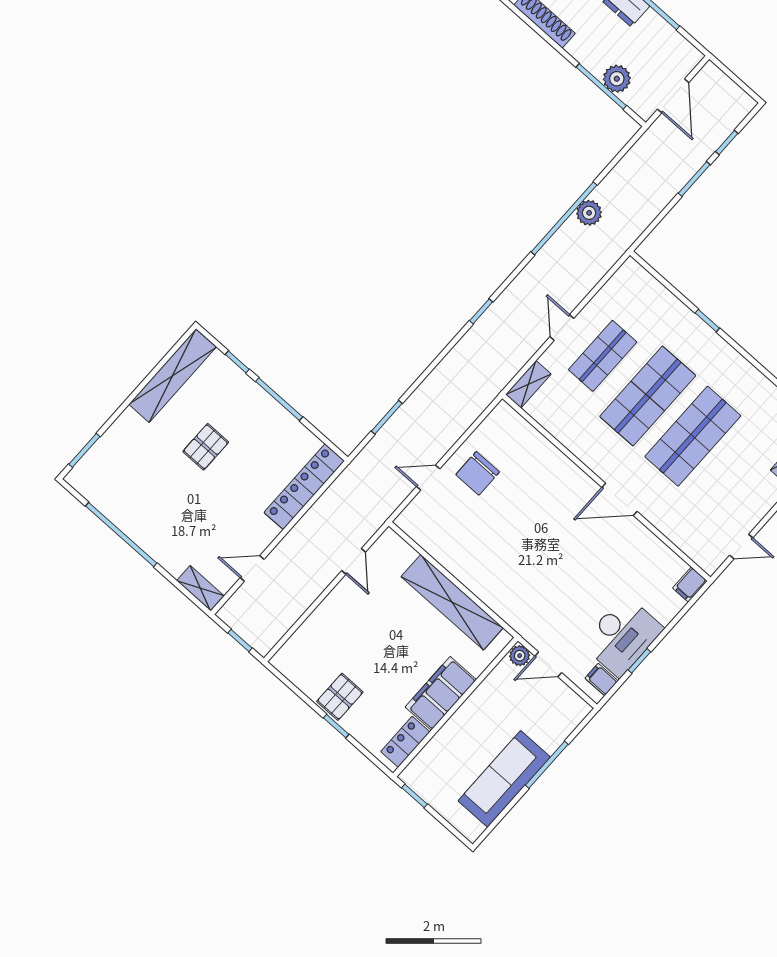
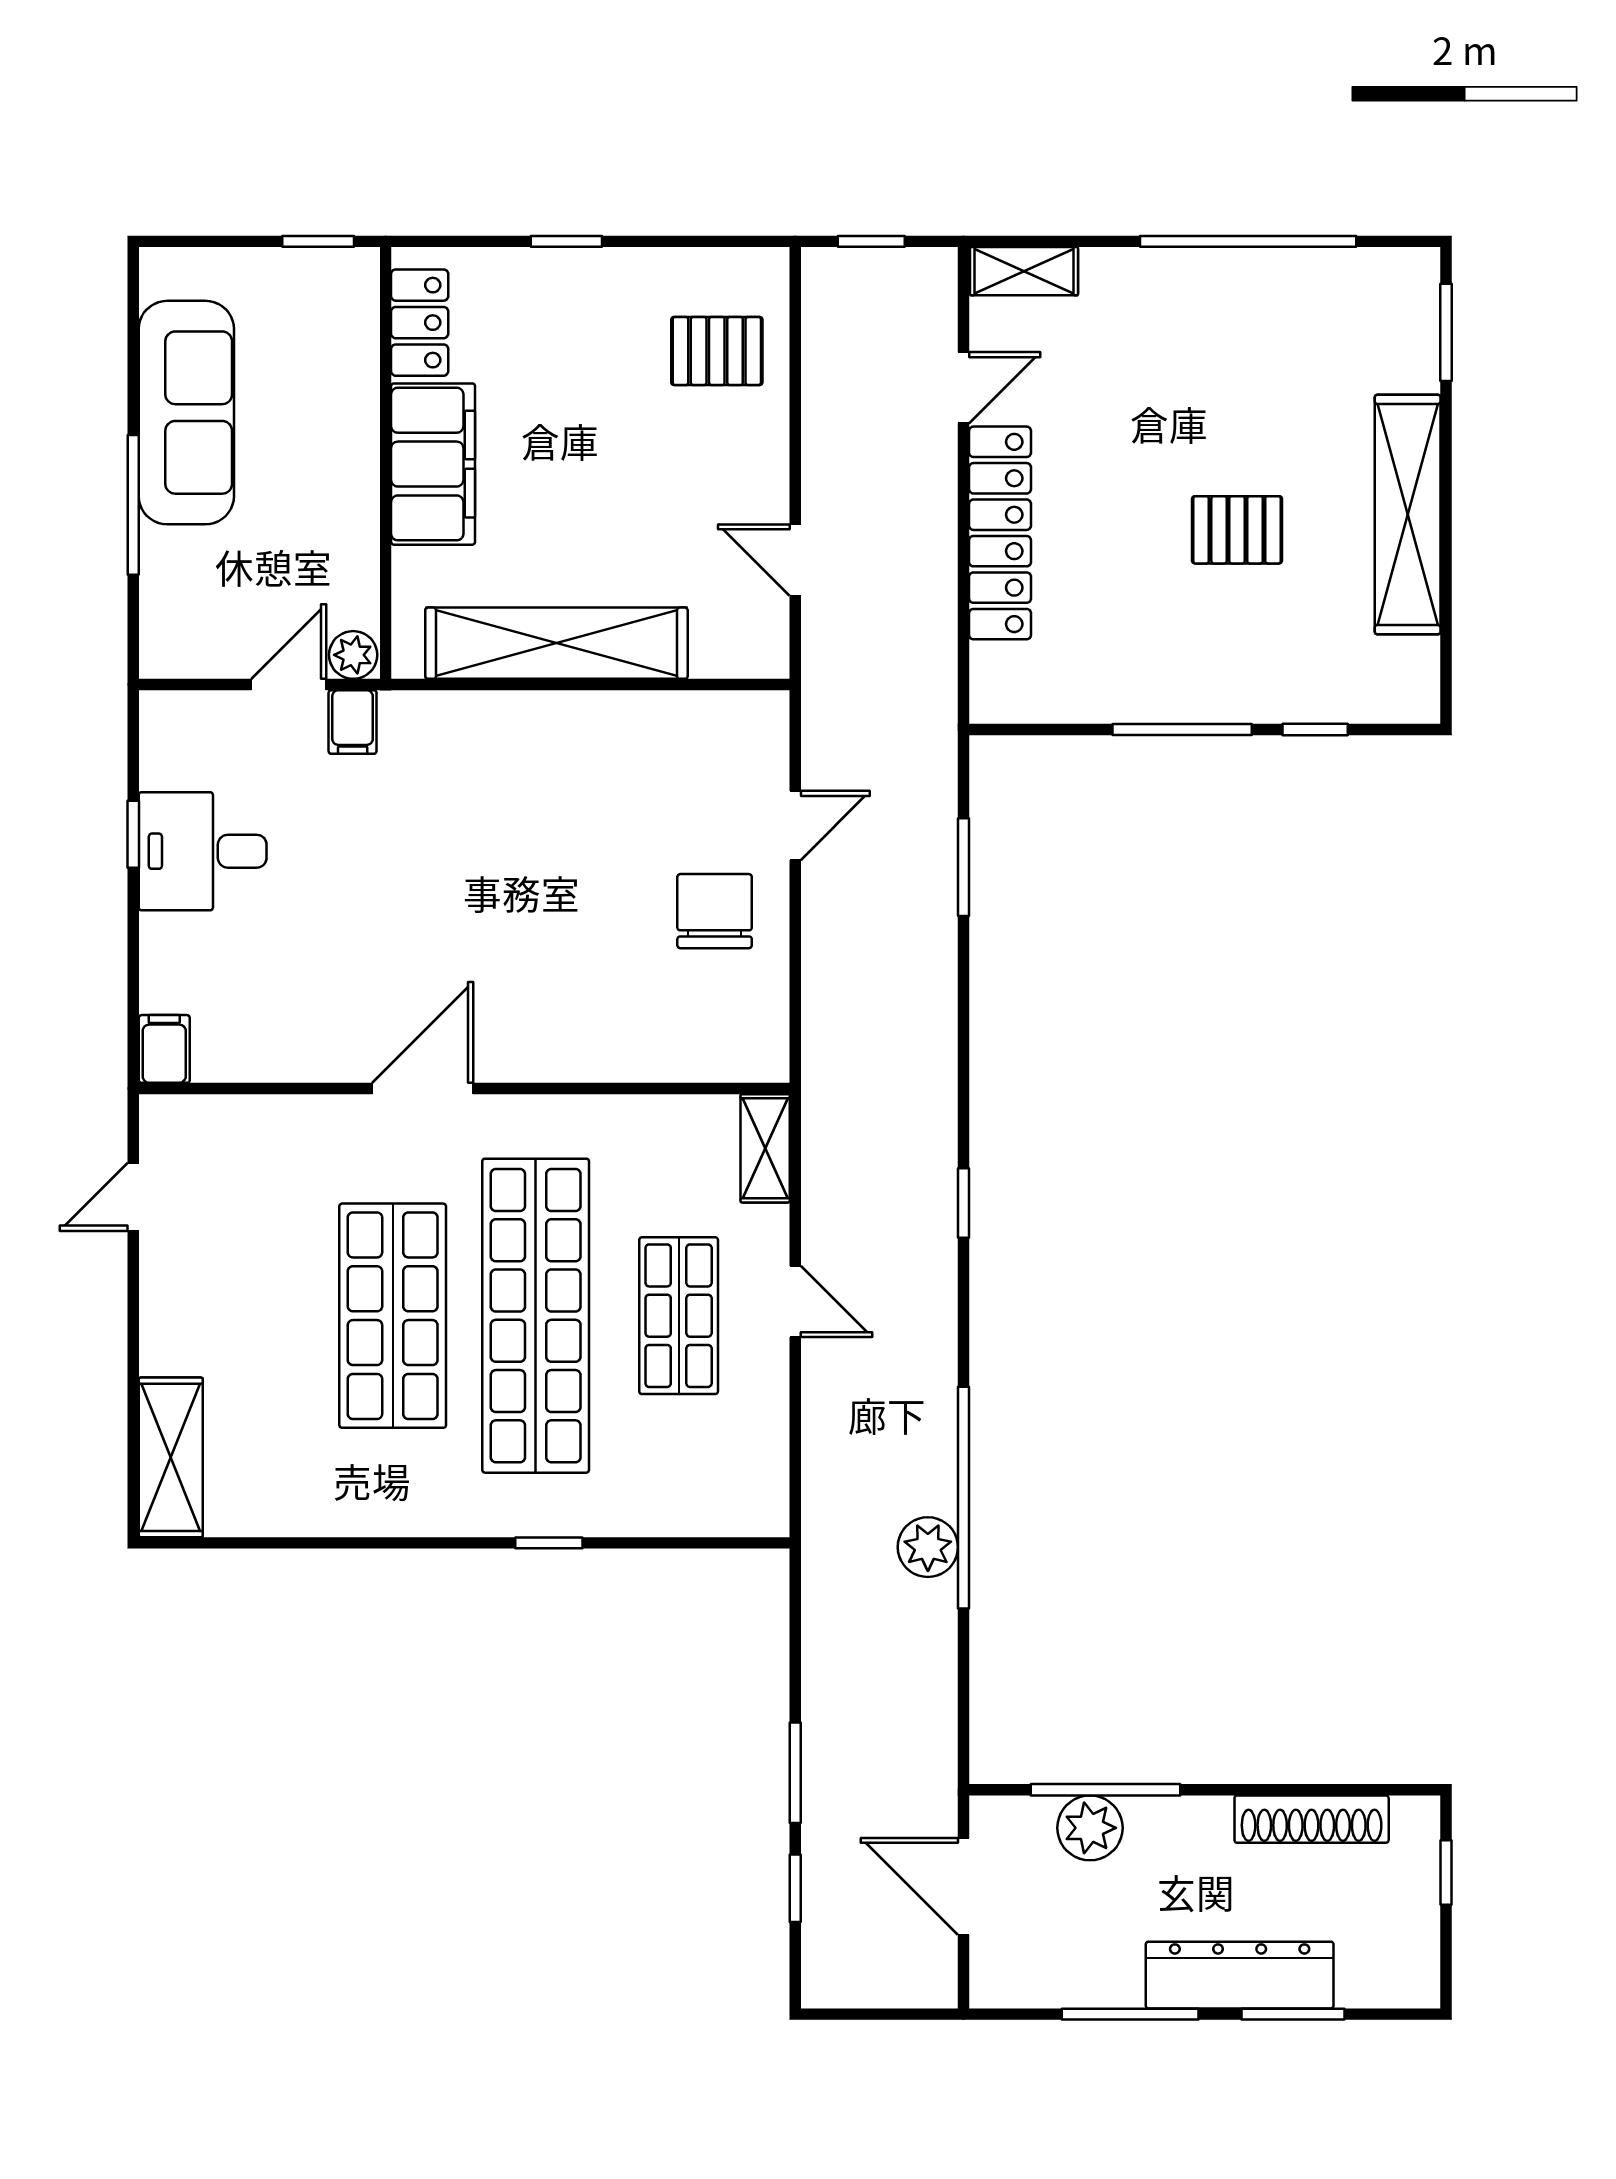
shelving: (173, 376) -> (1408, 515), moved
shop shelf: (648, 396) -> (536, 1316), width x1.40
pallet: (206, 447) -> (1237, 530), turned 90
locker: (304, 487) -> (1000, 533), moved
desk: (622, 636) -> (203, 851), width x0.73
filing cabinet: (602, 680) -> (353, 722), moved, turned 90
pallet: (340, 697) -> (717, 351), moved, turned 90

